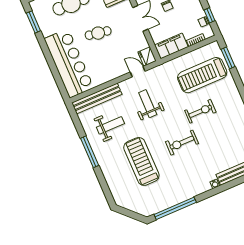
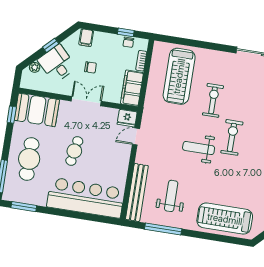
window: (228, 58) -> (178, 41), removed
weight bench: (148, 104) -> (199, 148), moved
exercise bike: (182, 143) -> (232, 137), turned 180
window: (90, 152) -> (163, 229), moved
treadmill: (141, 161) -> (225, 219), moved

